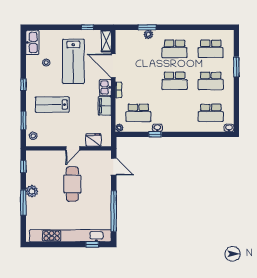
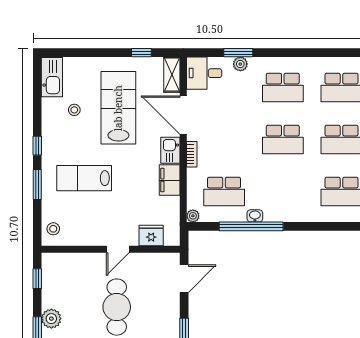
desk: (126, 40) -> (204, 73), added
lab bench: (73, 61) -> (118, 108), turned 180
window: (23, 121) -> (37, 185), moved
window: (155, 134) -> (251, 226), width x3.17
door: (114, 167) -> (184, 279), hinge flipped

